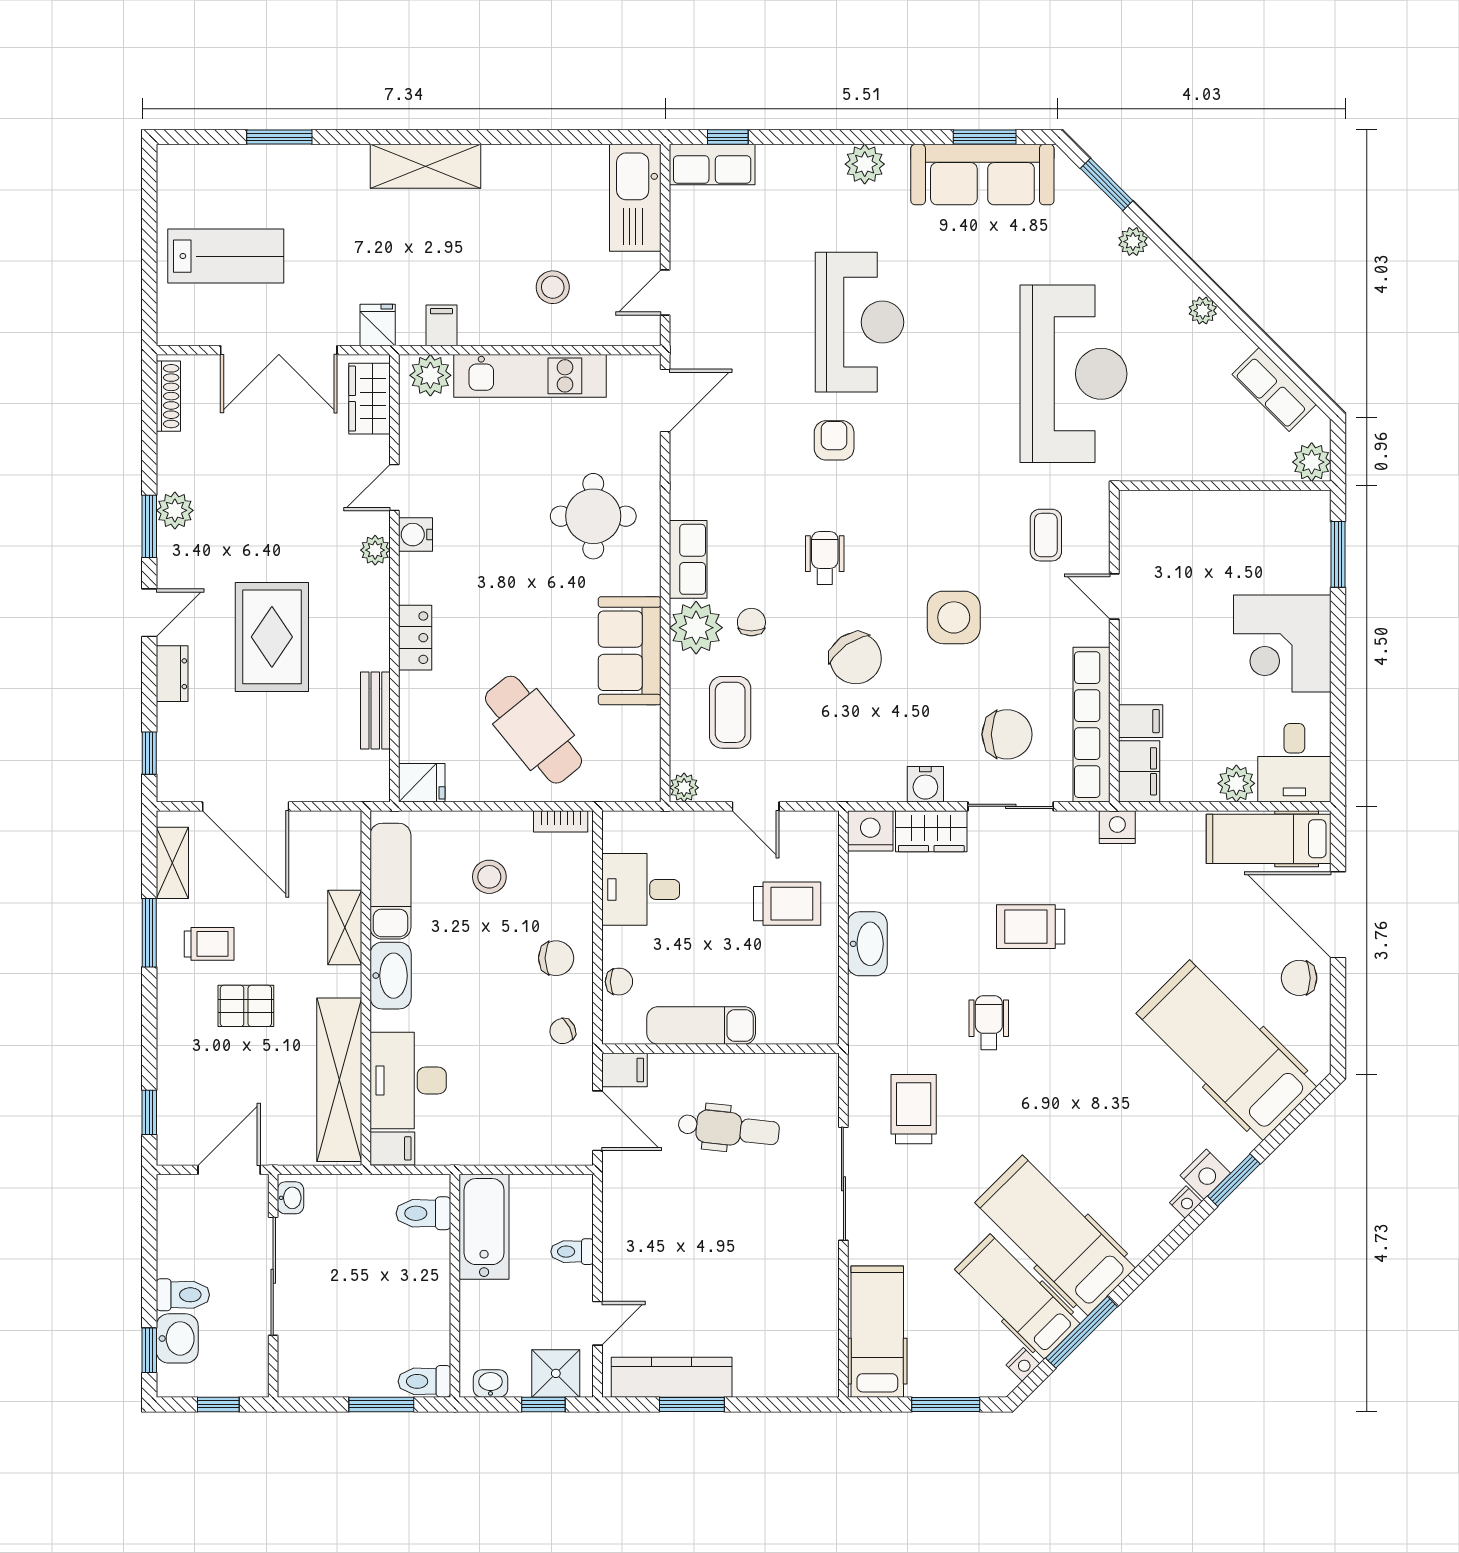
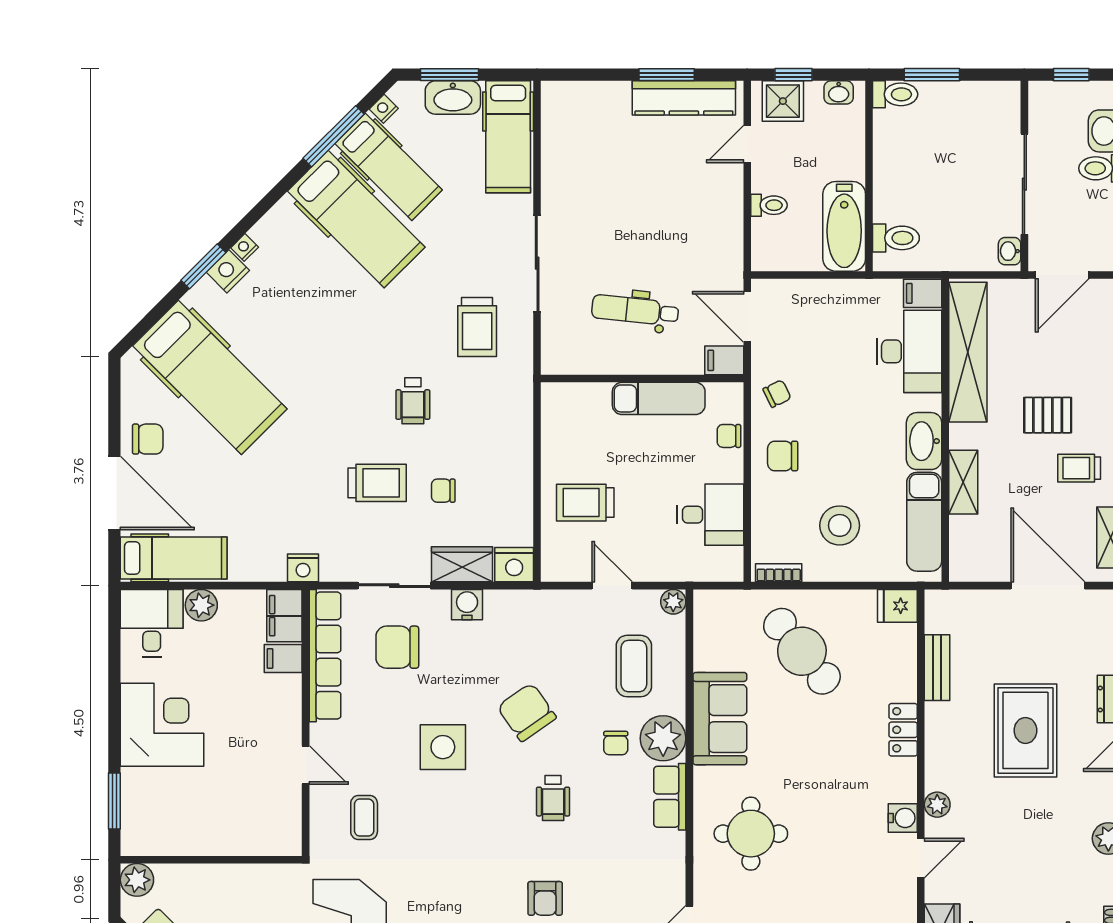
stool: (489, 877) -> (840, 525), width x1.38, depth x1.38
chair: (953, 918) -> (443, 491), added
washbasin: (867, 944) -> (453, 98), moved, turned -90

